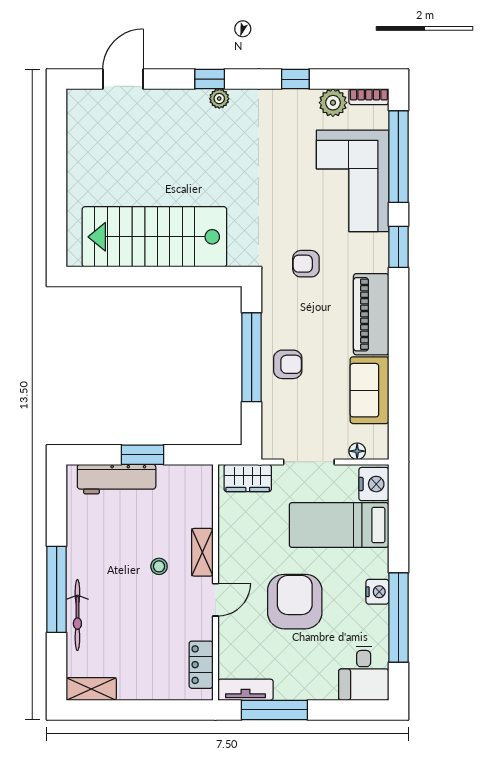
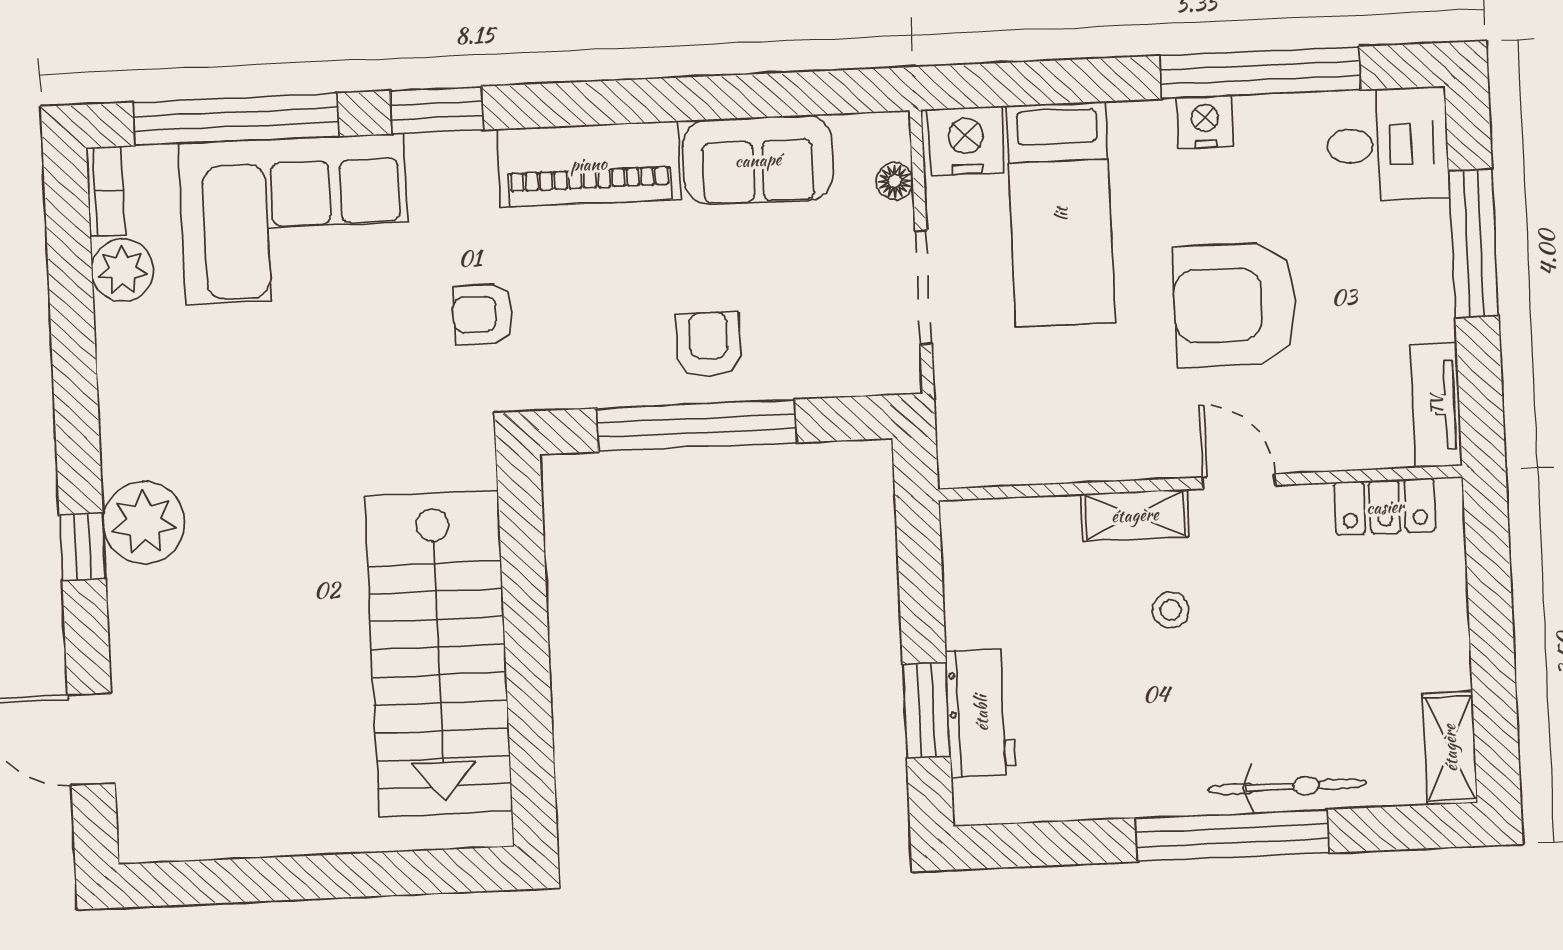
window: (295, 79) -> (74, 356), removed
plant: (219, 99) -> (144, 523), width x1.87, depth x1.87
armchair: (306, 264) -> (483, 314), turned 90
window: (143, 455) -> (926, 710), moved
wardrobe: (248, 478) -> (965, 422), removed
workbench: (117, 479) -> (981, 713), width x0.73
window: (274, 710) -> (1474, 244), moved

